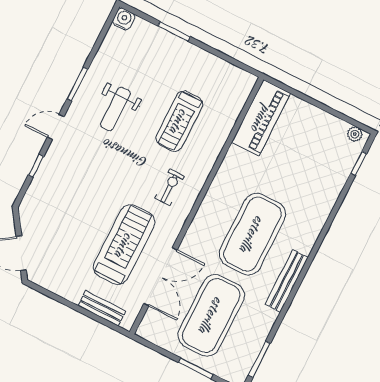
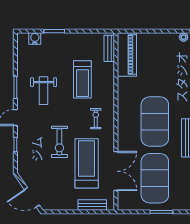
water cooler: (124, 19) -> (35, 38), moved
bench: (240, 96) -> (109, 48), added
exercise bike: (101, 194) -> (59, 142), added

